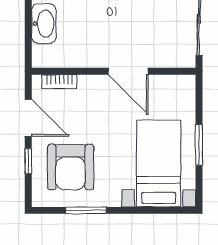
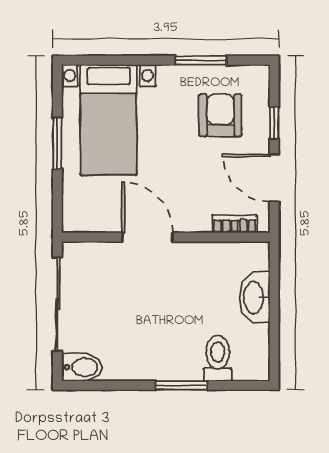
armchair: (71, 167) -> (220, 115), width x0.73, depth x0.73

